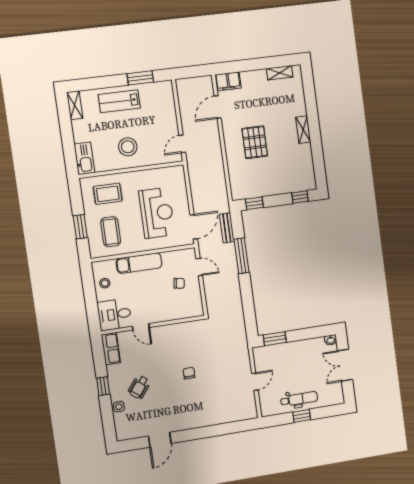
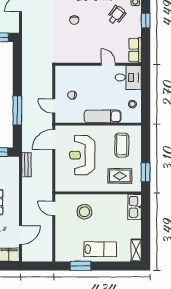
door: (182, 144) -> (54, 209), swing flipped
stool: (128, 147) -> (84, 212), moved
window: (80, 227) -> (146, 172), moved
bench: (227, 228) -> (26, 165), moved

